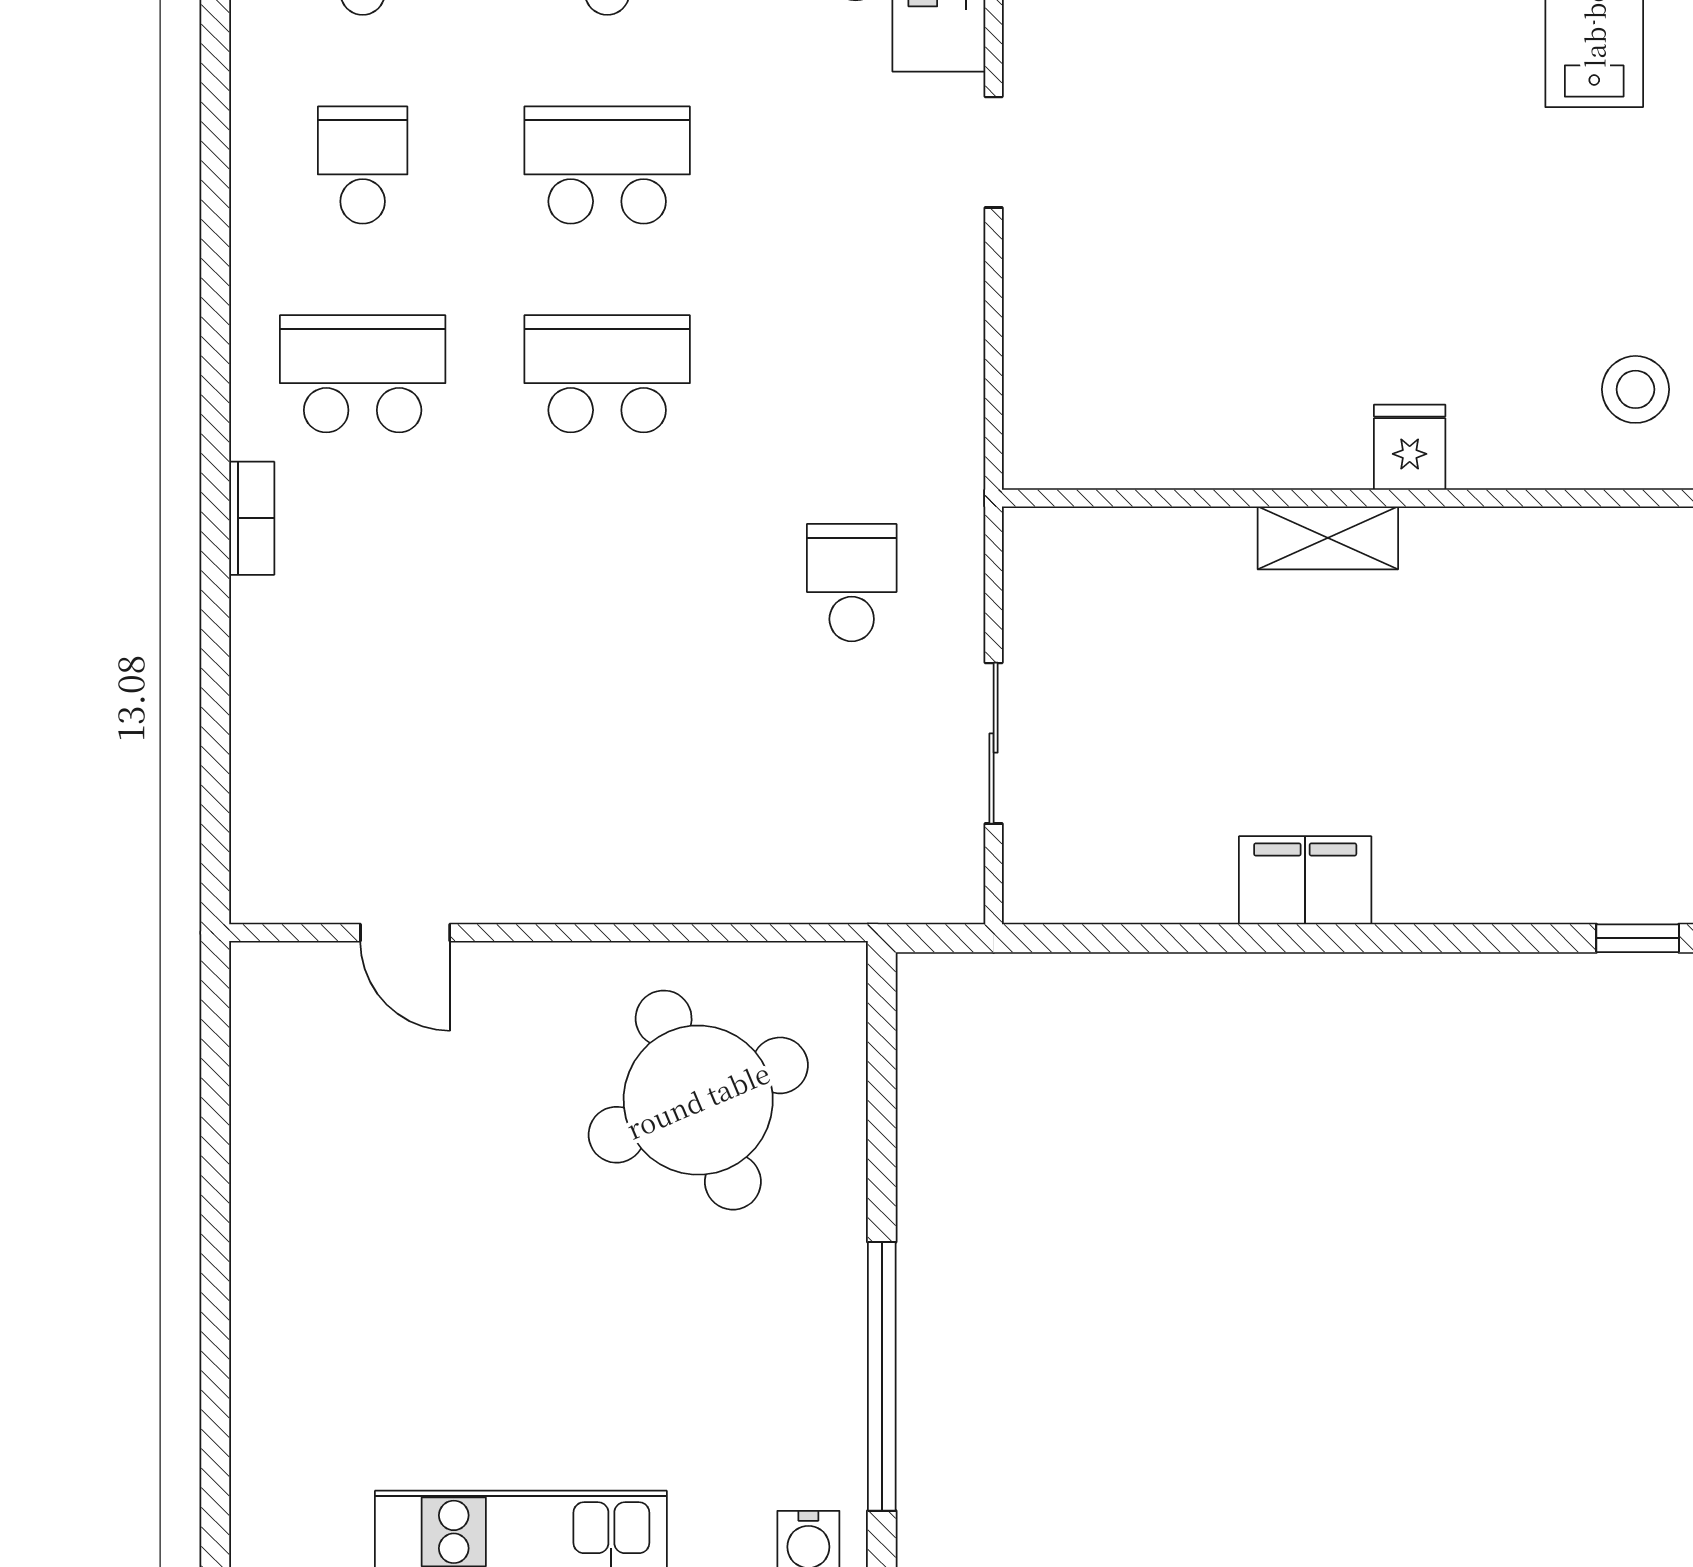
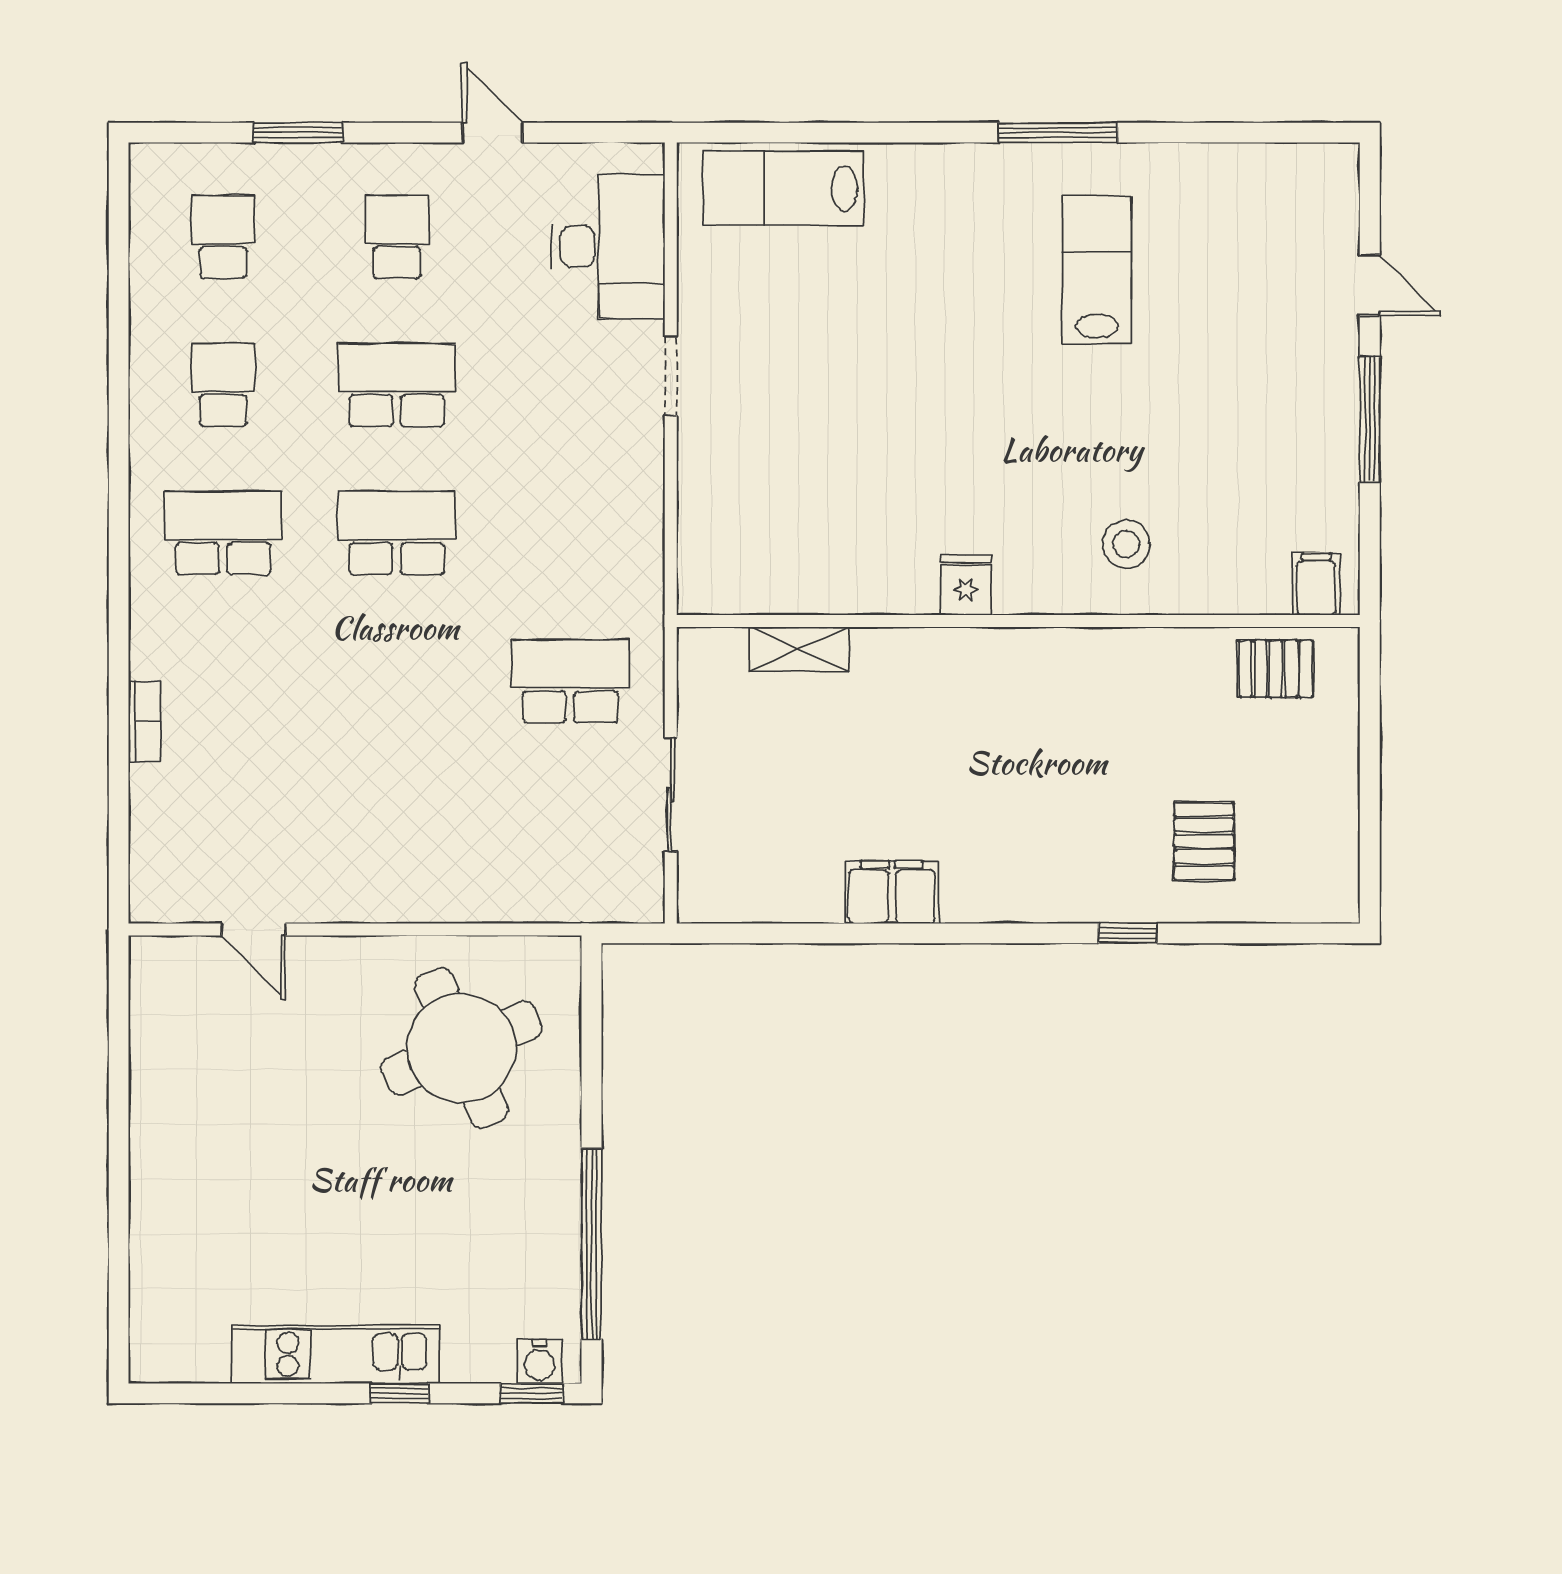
bookcase: (252, 518) -> (145, 722), moved
shelving: (1328, 538) -> (799, 649), moved
school desk: (852, 583) -> (570, 681), width x1.85

